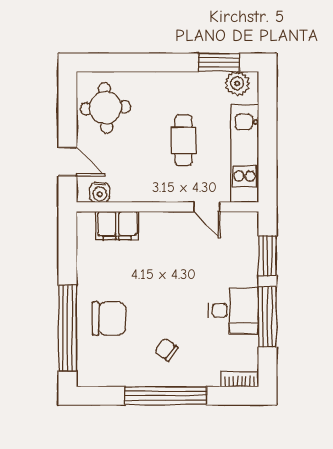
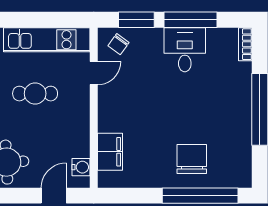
chair: (166, 350) -> (119, 44), moved

